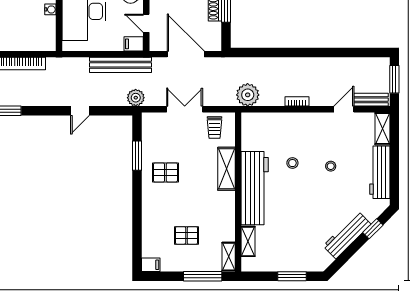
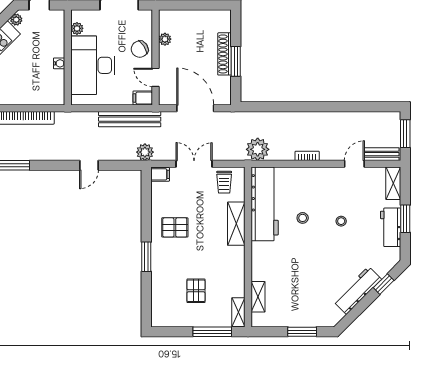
window: (137, 156) -> (146, 257), moved
window: (394, 164) -> (405, 219), added
workbench: (380, 172) -> (391, 227), width x0.73
workbench: (255, 188) -> (265, 204), moved
pallet: (186, 235) -> (196, 291), turned 90
filing cabinet: (151, 265) -> (160, 174), moved

